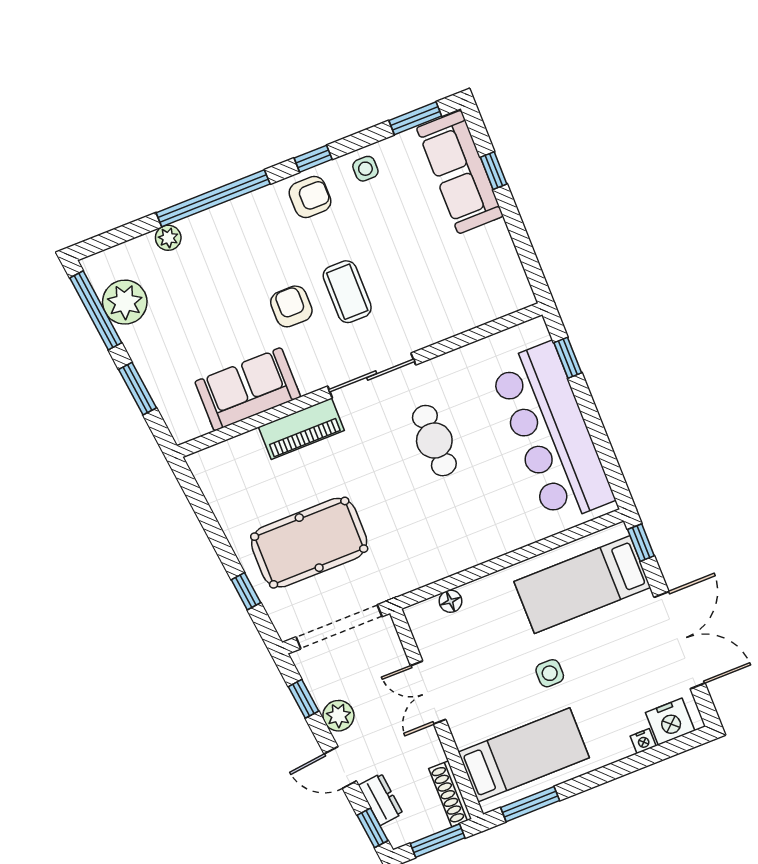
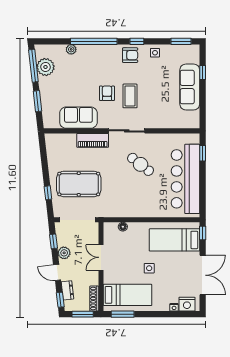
sofa: (460, 172) -> (190, 87), moved
cafe table: (434, 441) -> (141, 164), turned -52

